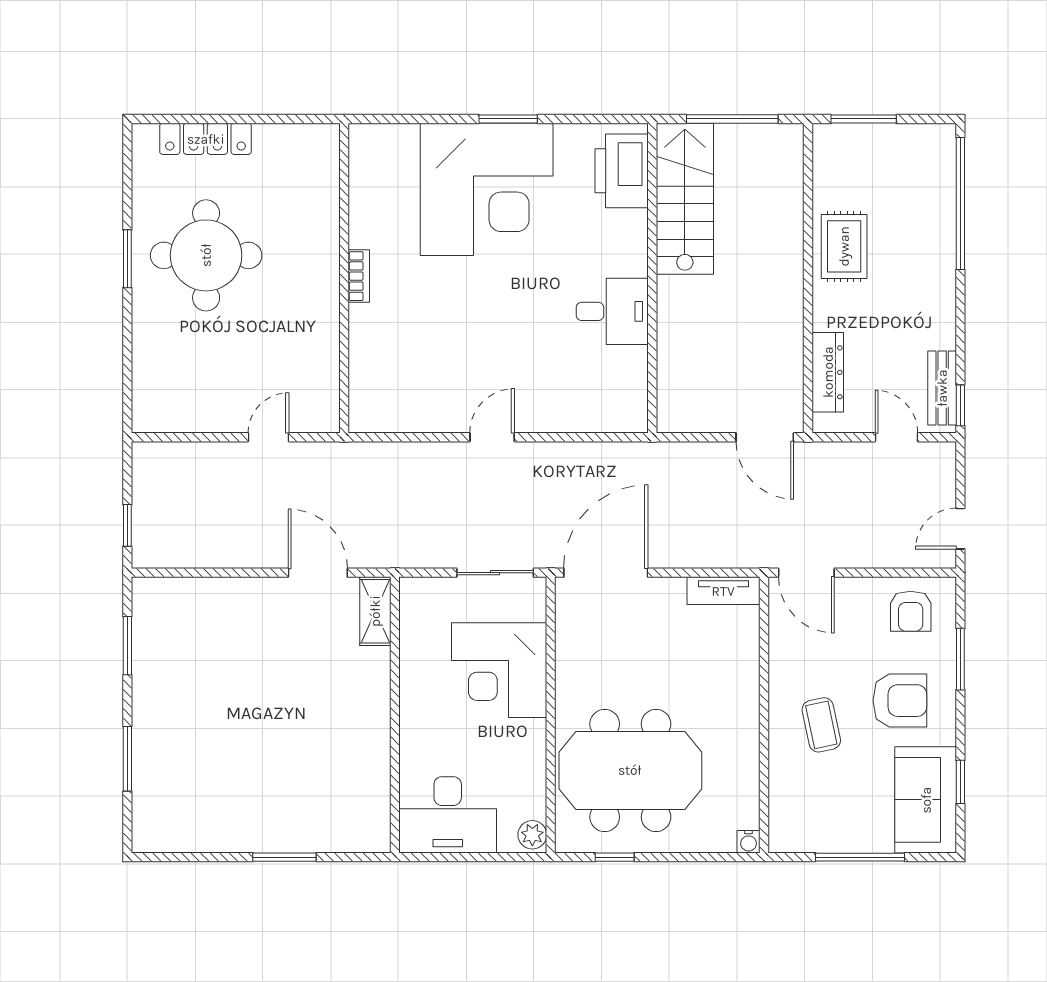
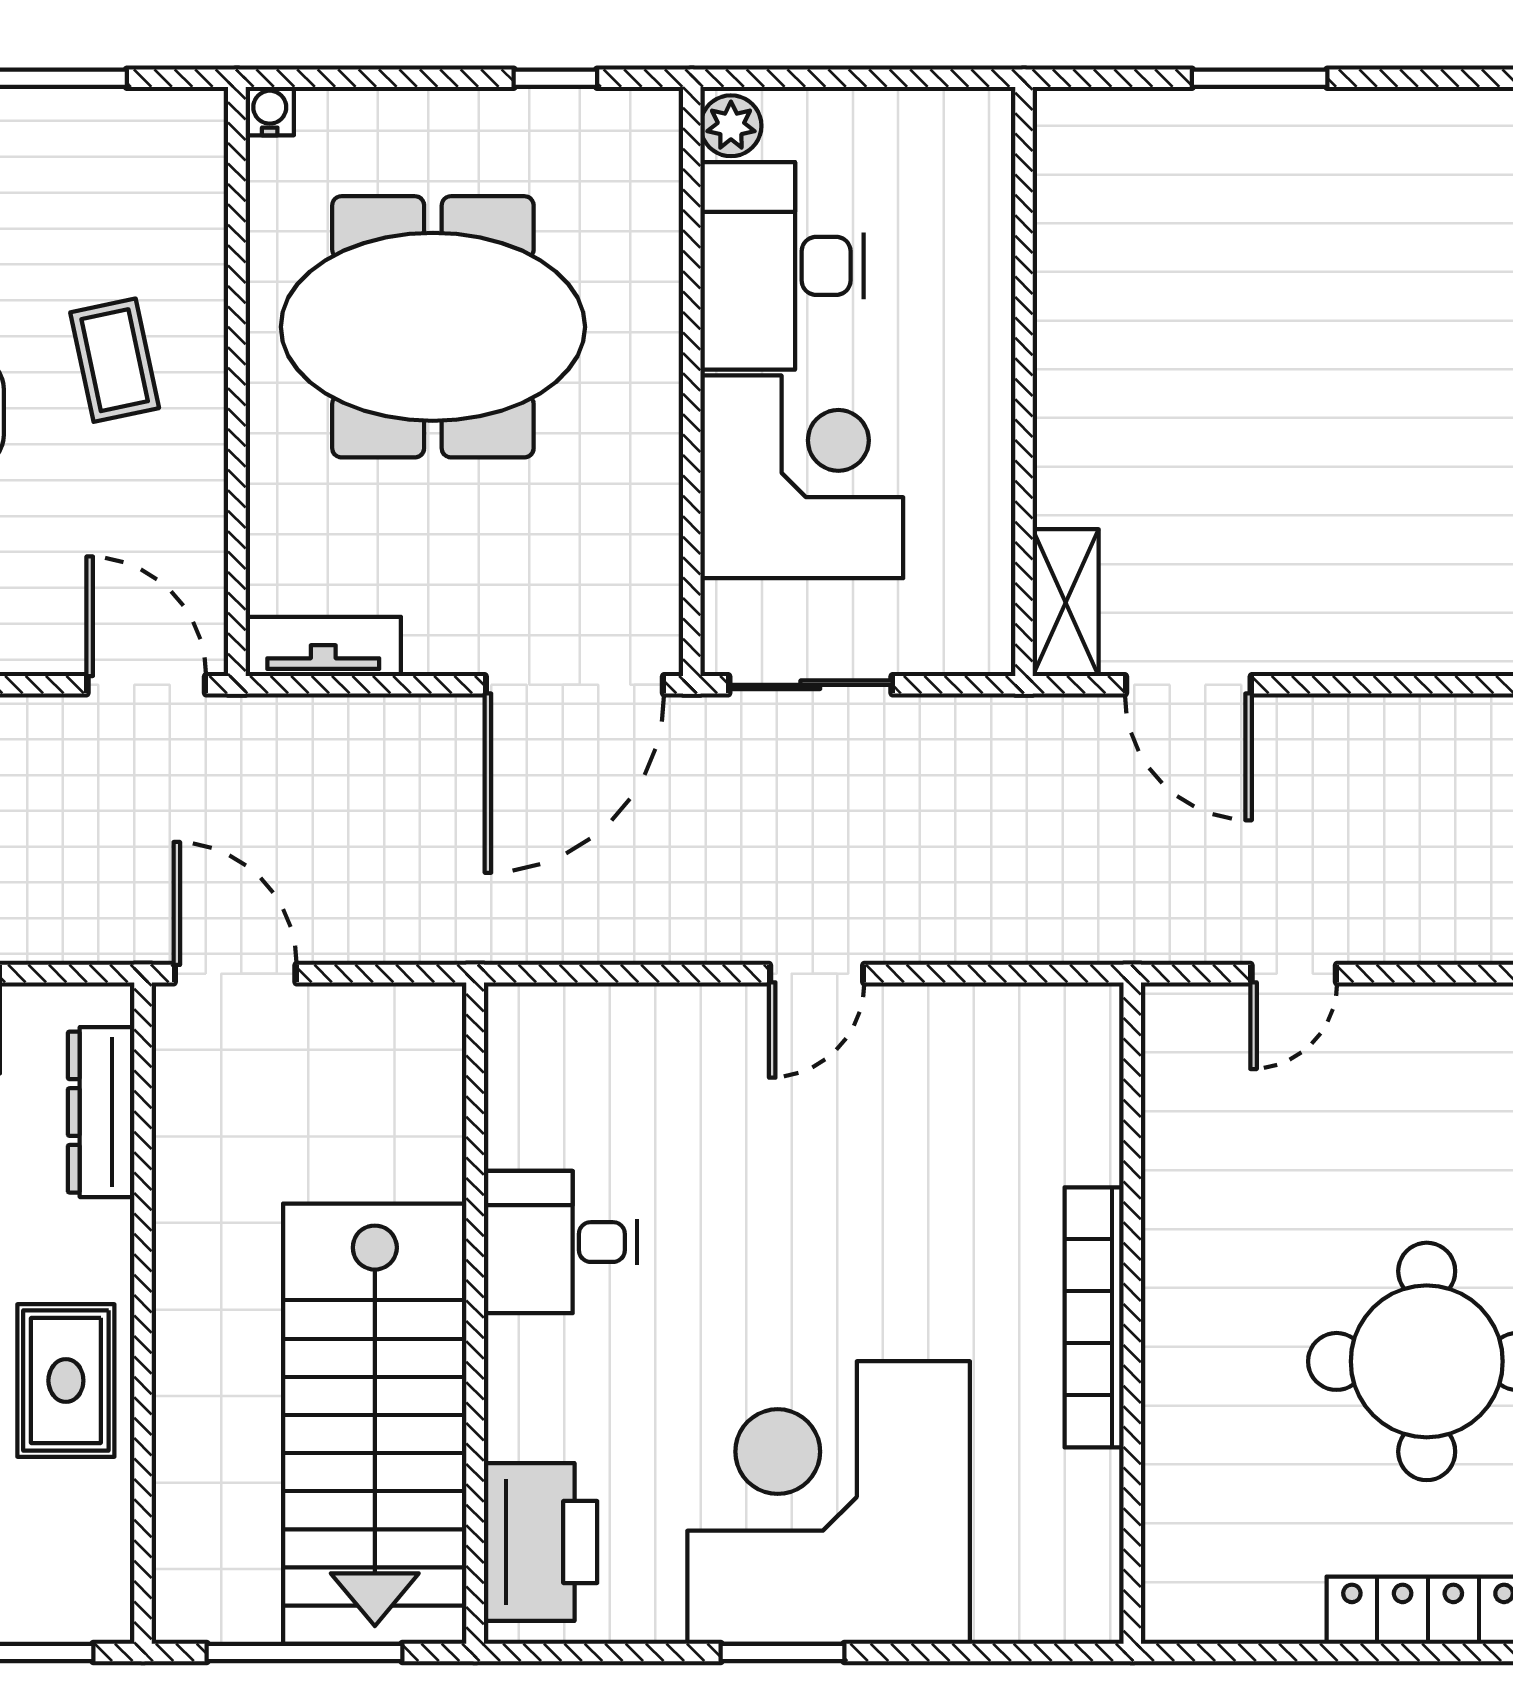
stairs: (685, 199) -> (375, 1424), width x1.36, depth x1.51
bookcase: (359, 276) -> (1094, 1317), width x2.31, depth x1.31
meeting table: (630, 770) -> (433, 327), moved
desk: (448, 815) -> (782, 266), moved, turned -90

